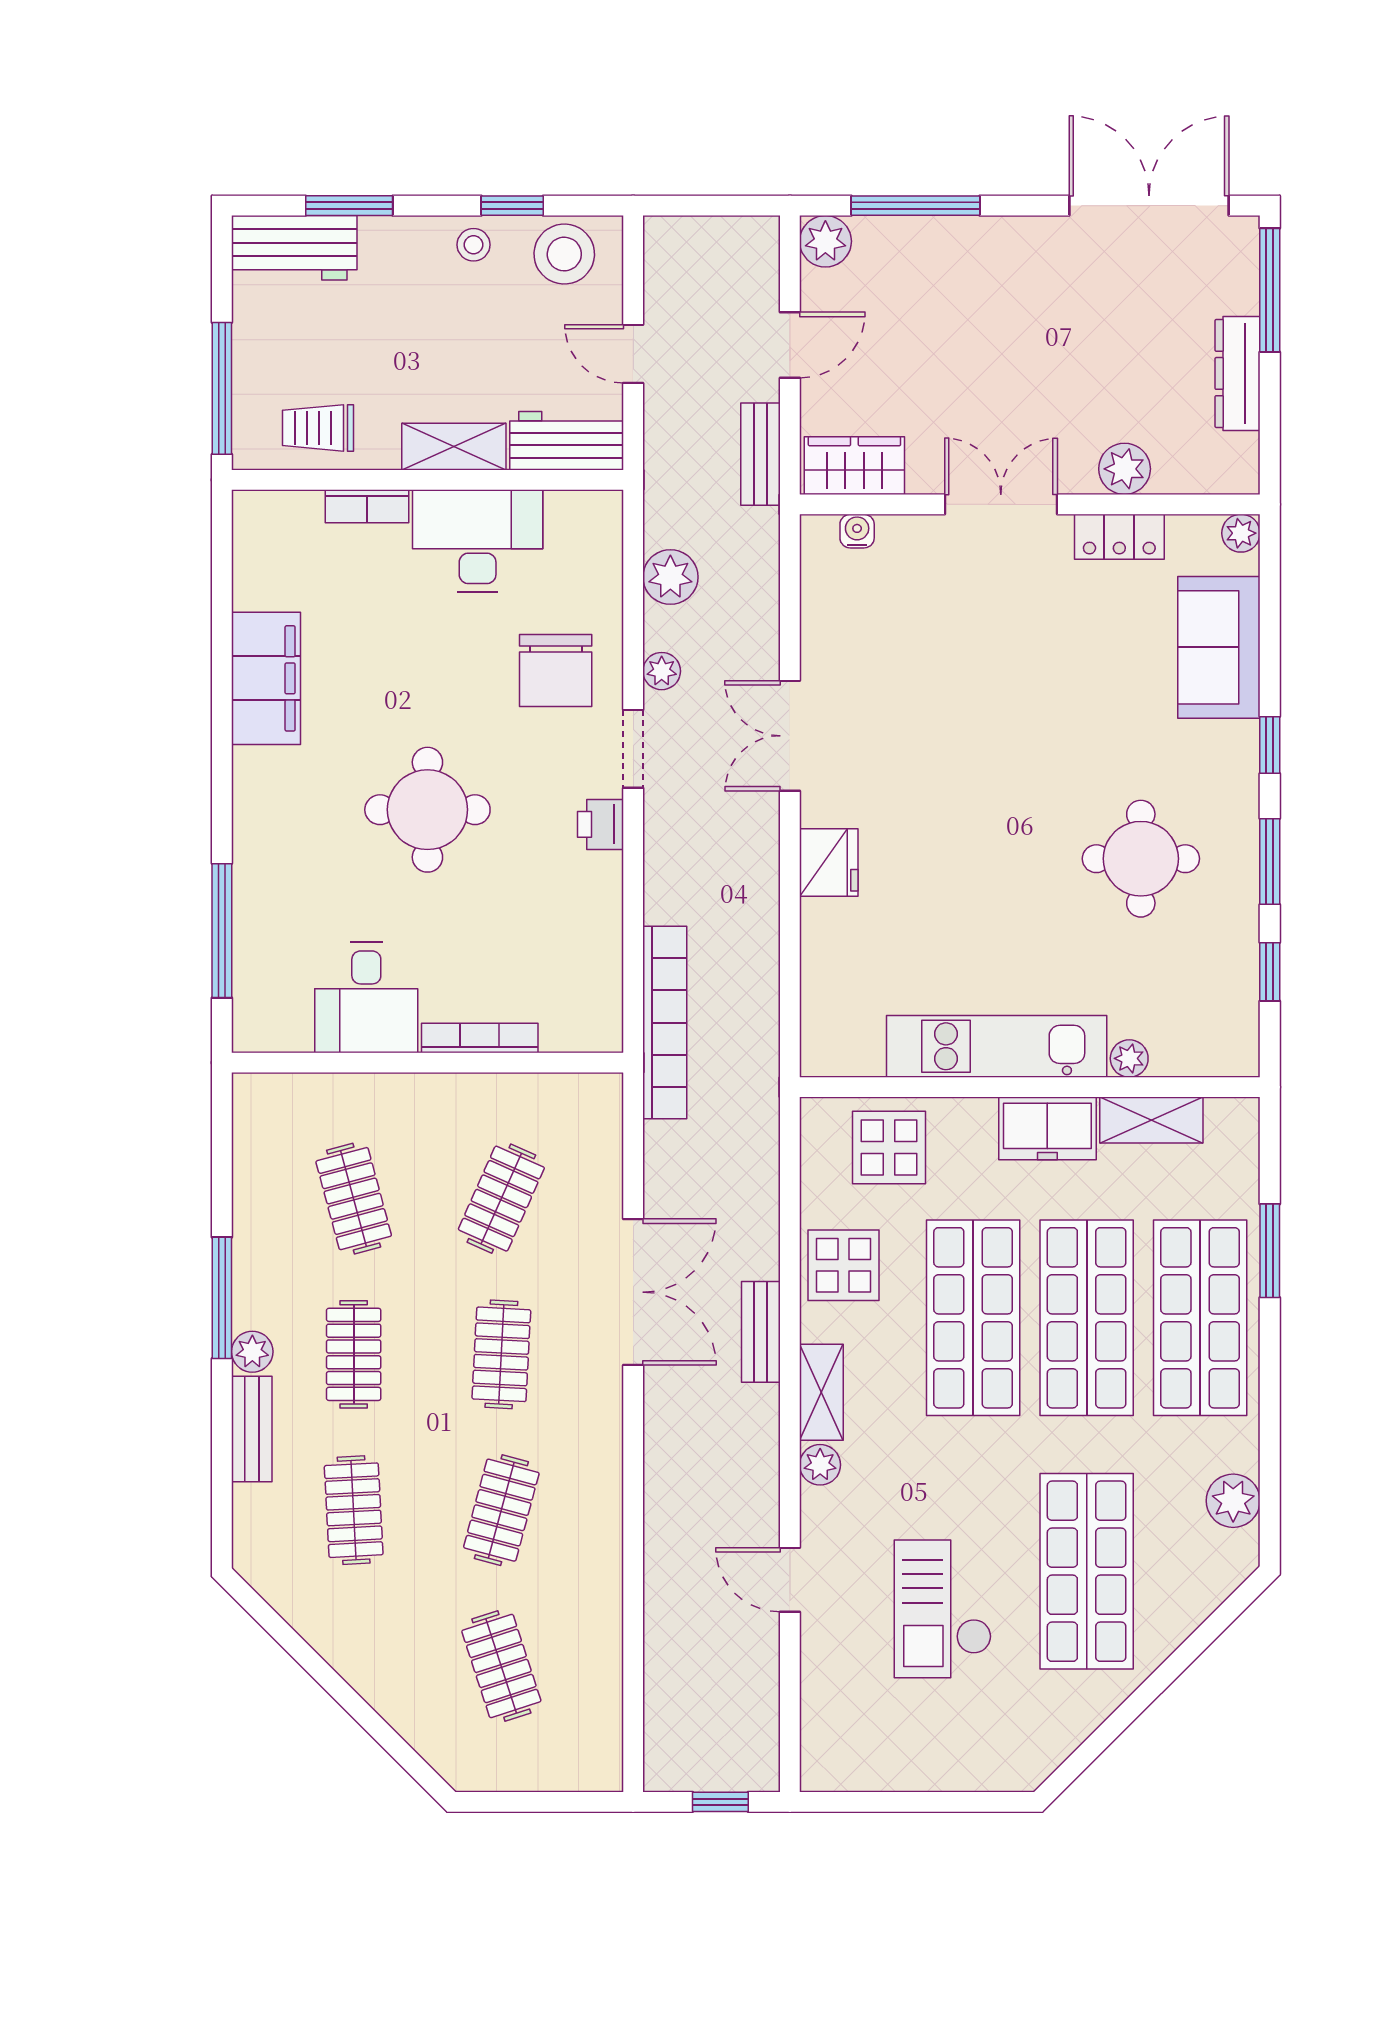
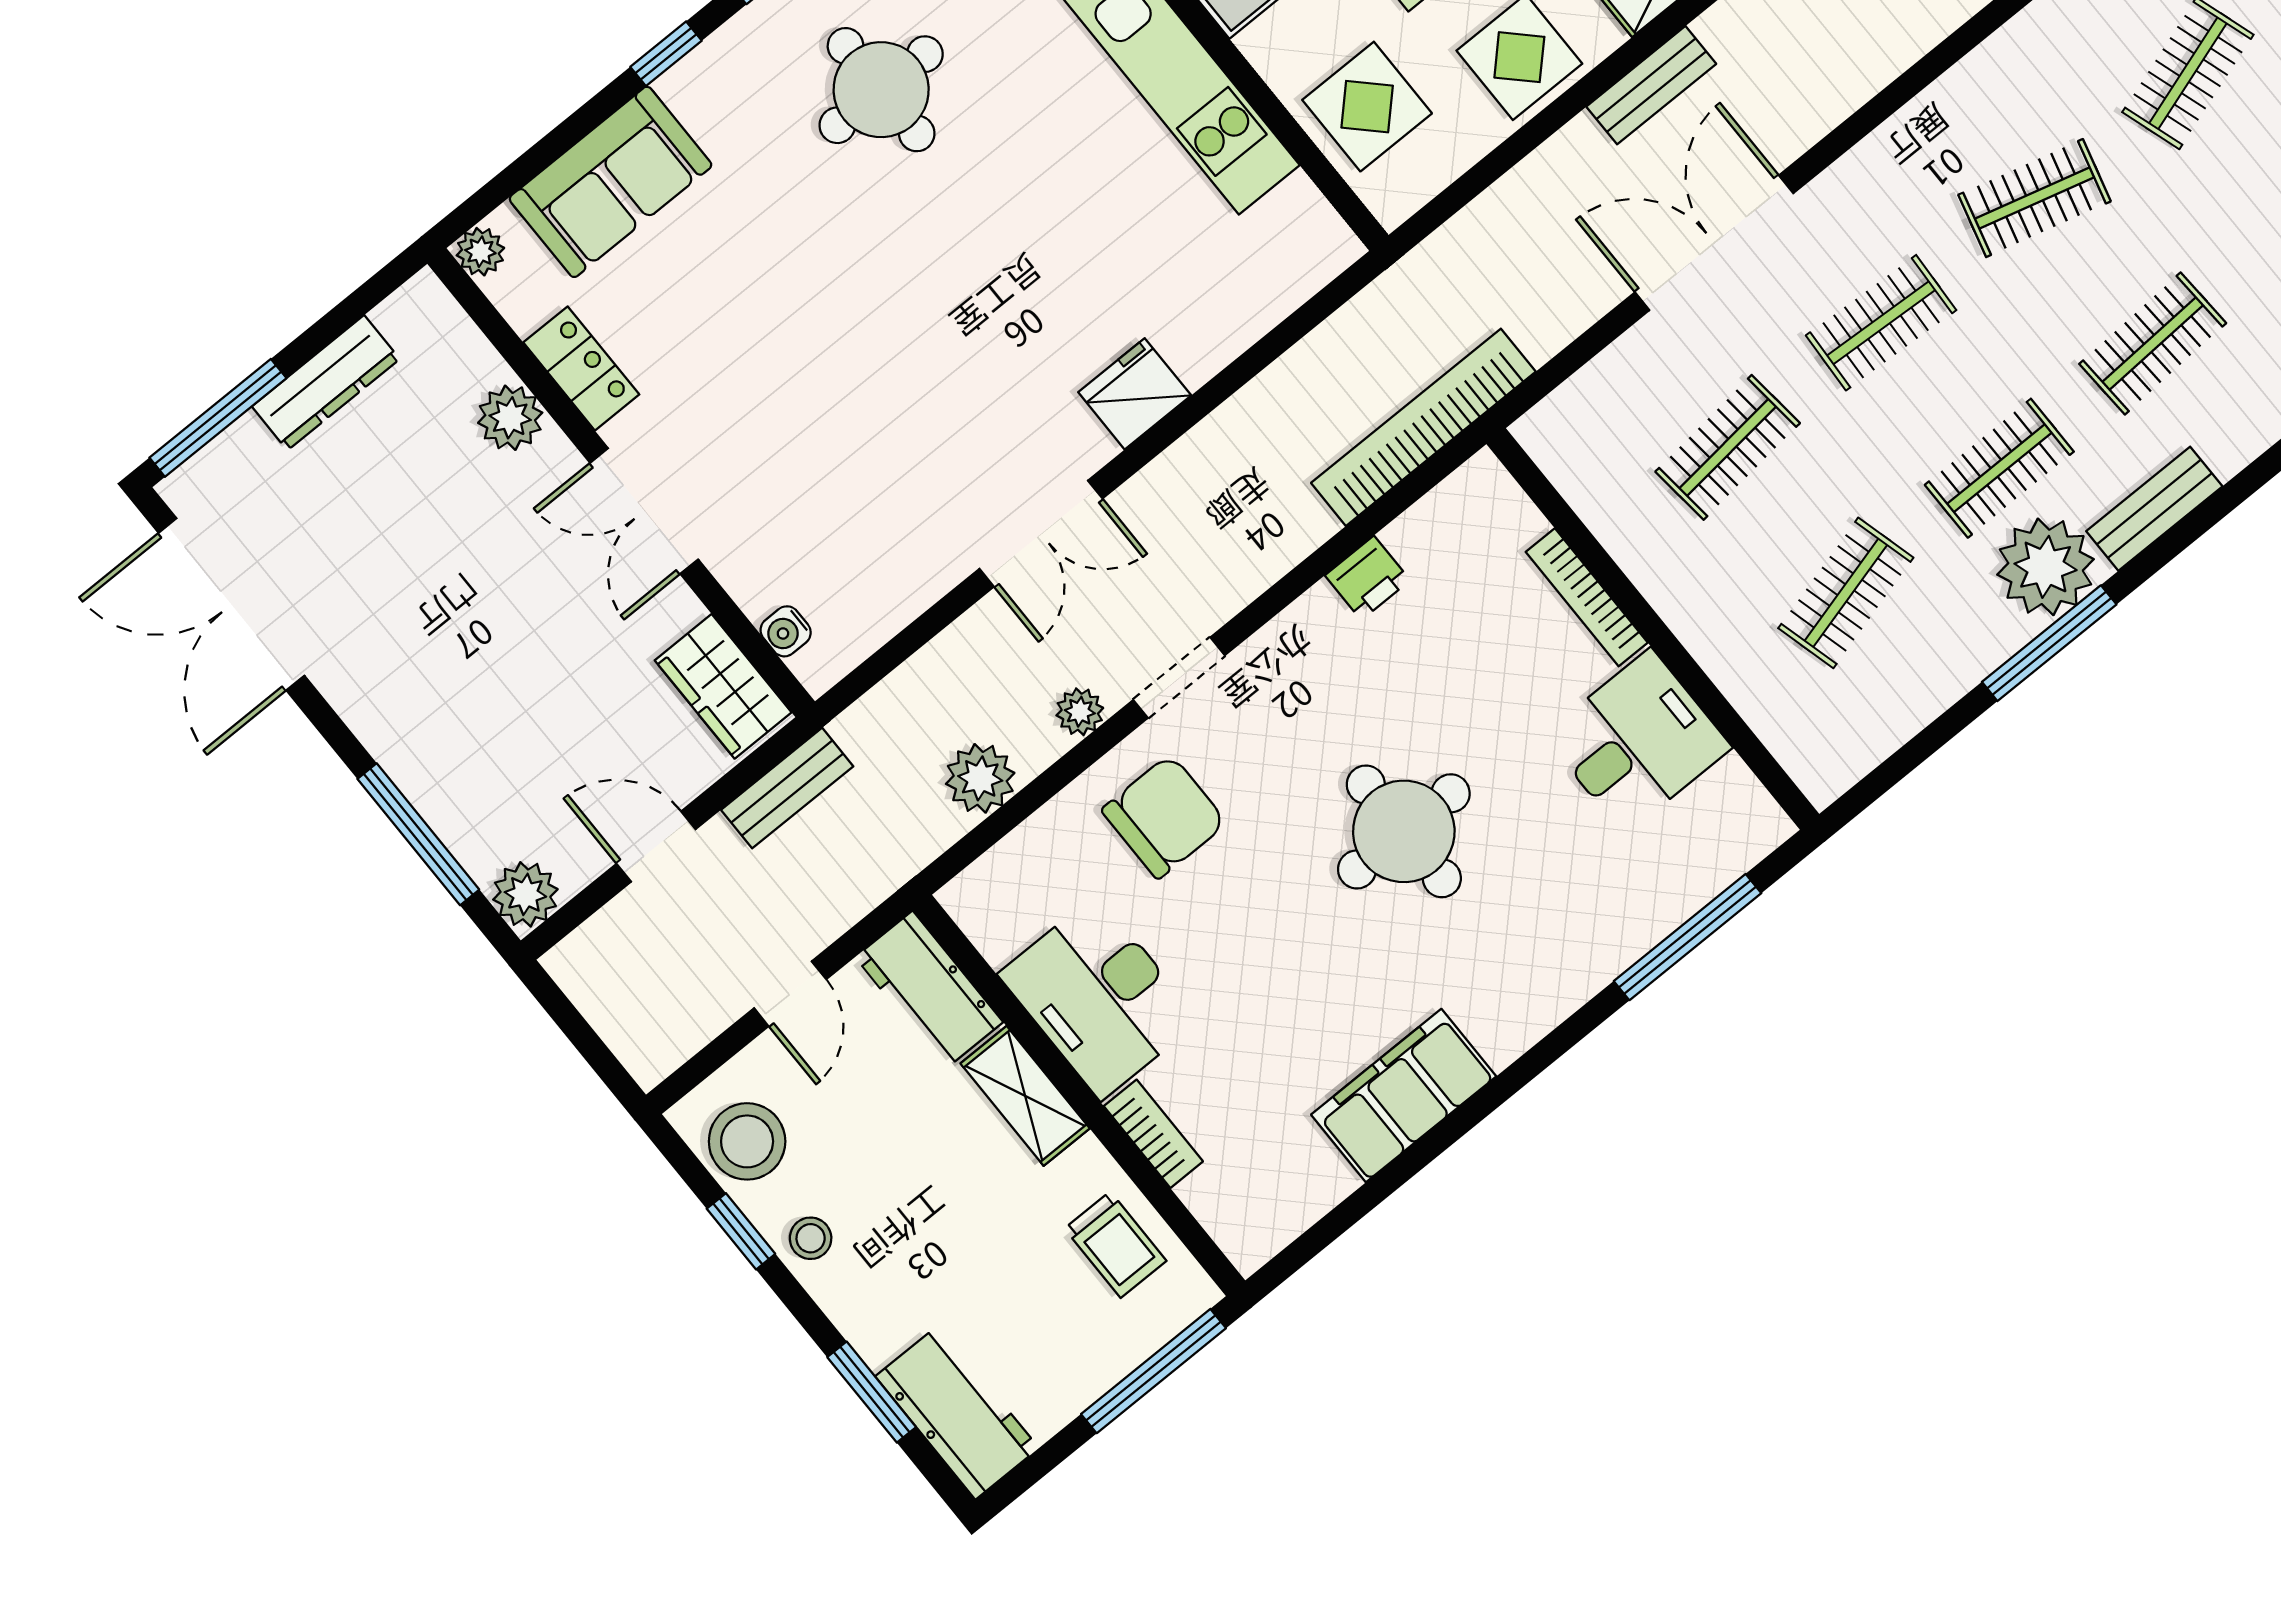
printer: (601, 824) -> (1368, 578), moved
clothes rail: (501, 1199) -> (1728, 447), turned -30
plant: (252, 1352) -> (2046, 567), width x1.87, depth x1.87

